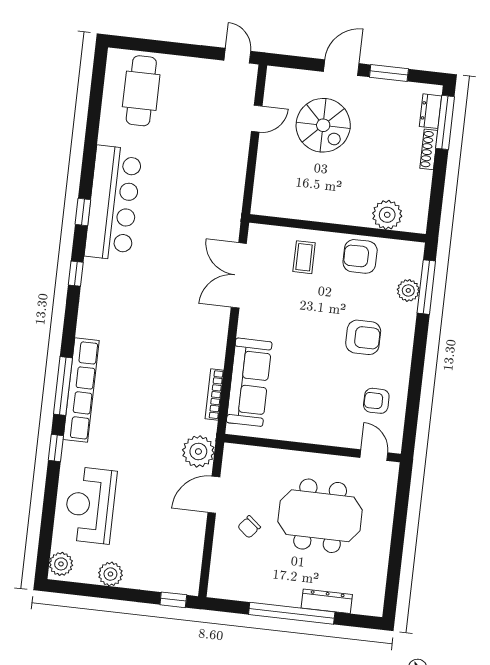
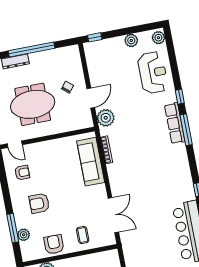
armchair: (360, 256) -> (54, 244), turned -90
window: (426, 287) -> (13, 228), moved
row of seats: (81, 390) -> (175, 123), width x0.73

